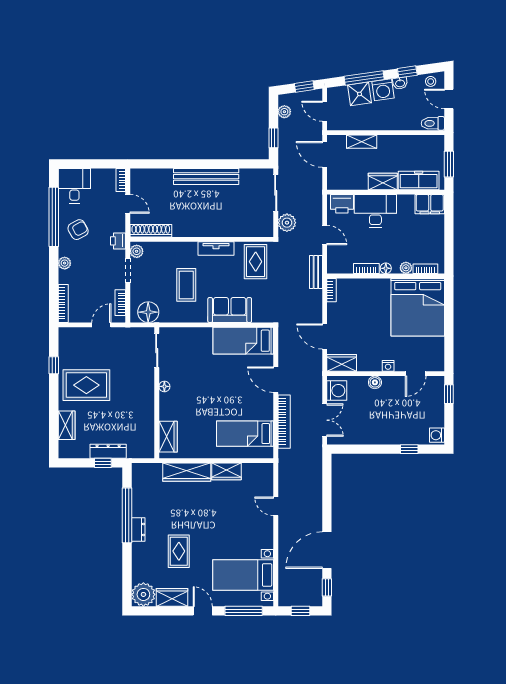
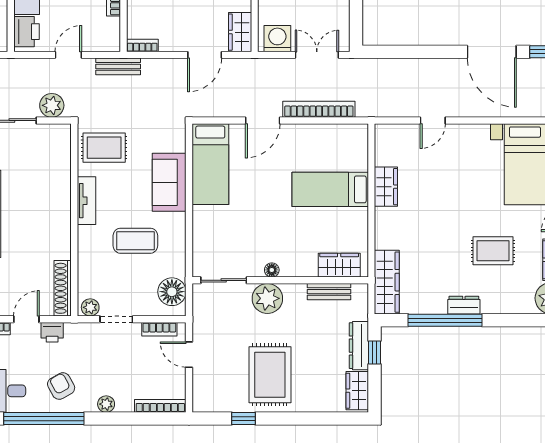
printer: (118, 241) -> (52, 332), moved
plant: (143, 383) -> (267, 298), added
wardrobe: (67, 425) -> (357, 391), moved, turned -90
bench: (148, 429) -> (329, 292), added
bed: (245, 434) -> (330, 189), moved, turned 90
wardrobe: (187, 472) -> (387, 282), moved

